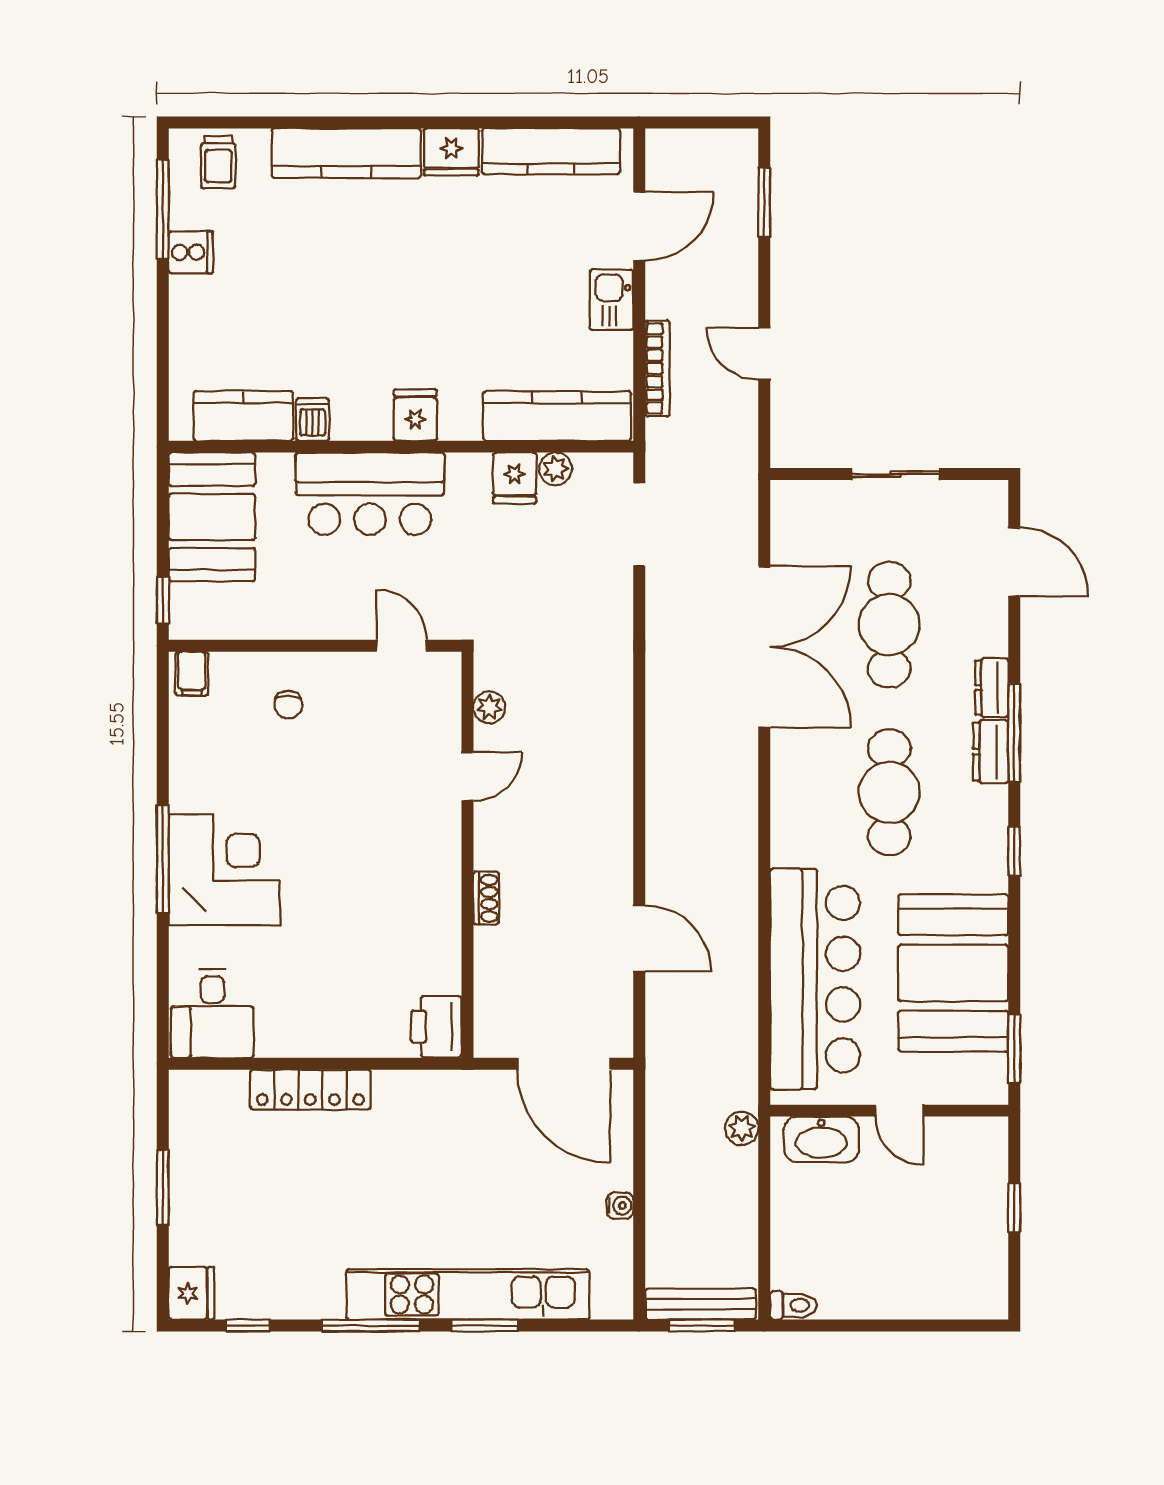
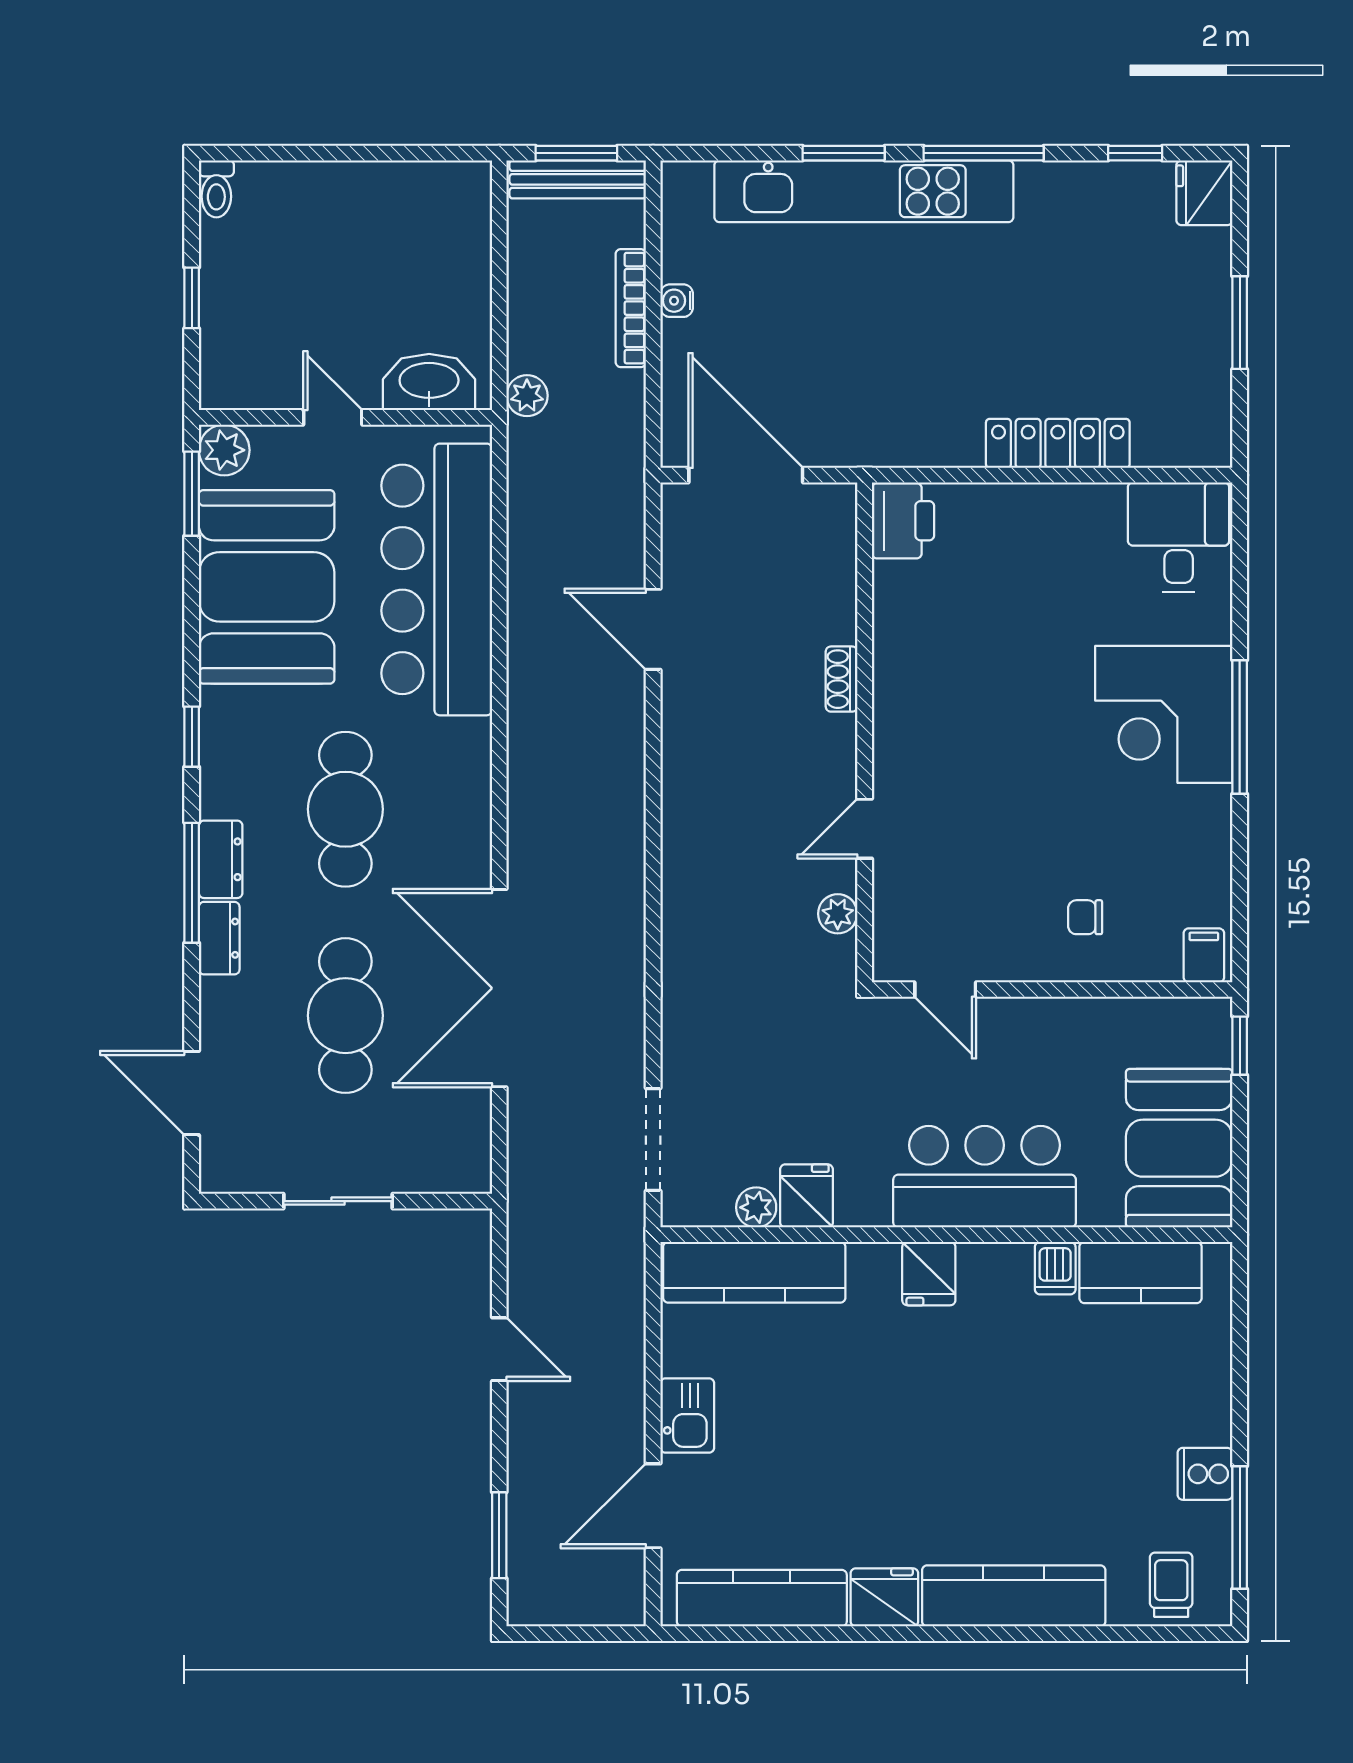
bookcase: (657, 368) -> (631, 308), moved
chair: (288, 705) -> (1085, 917), turned -90
plant: (988, 1084) -> (224, 450), added
toilet: (793, 1305) -> (216, 189), moved, turned -90

